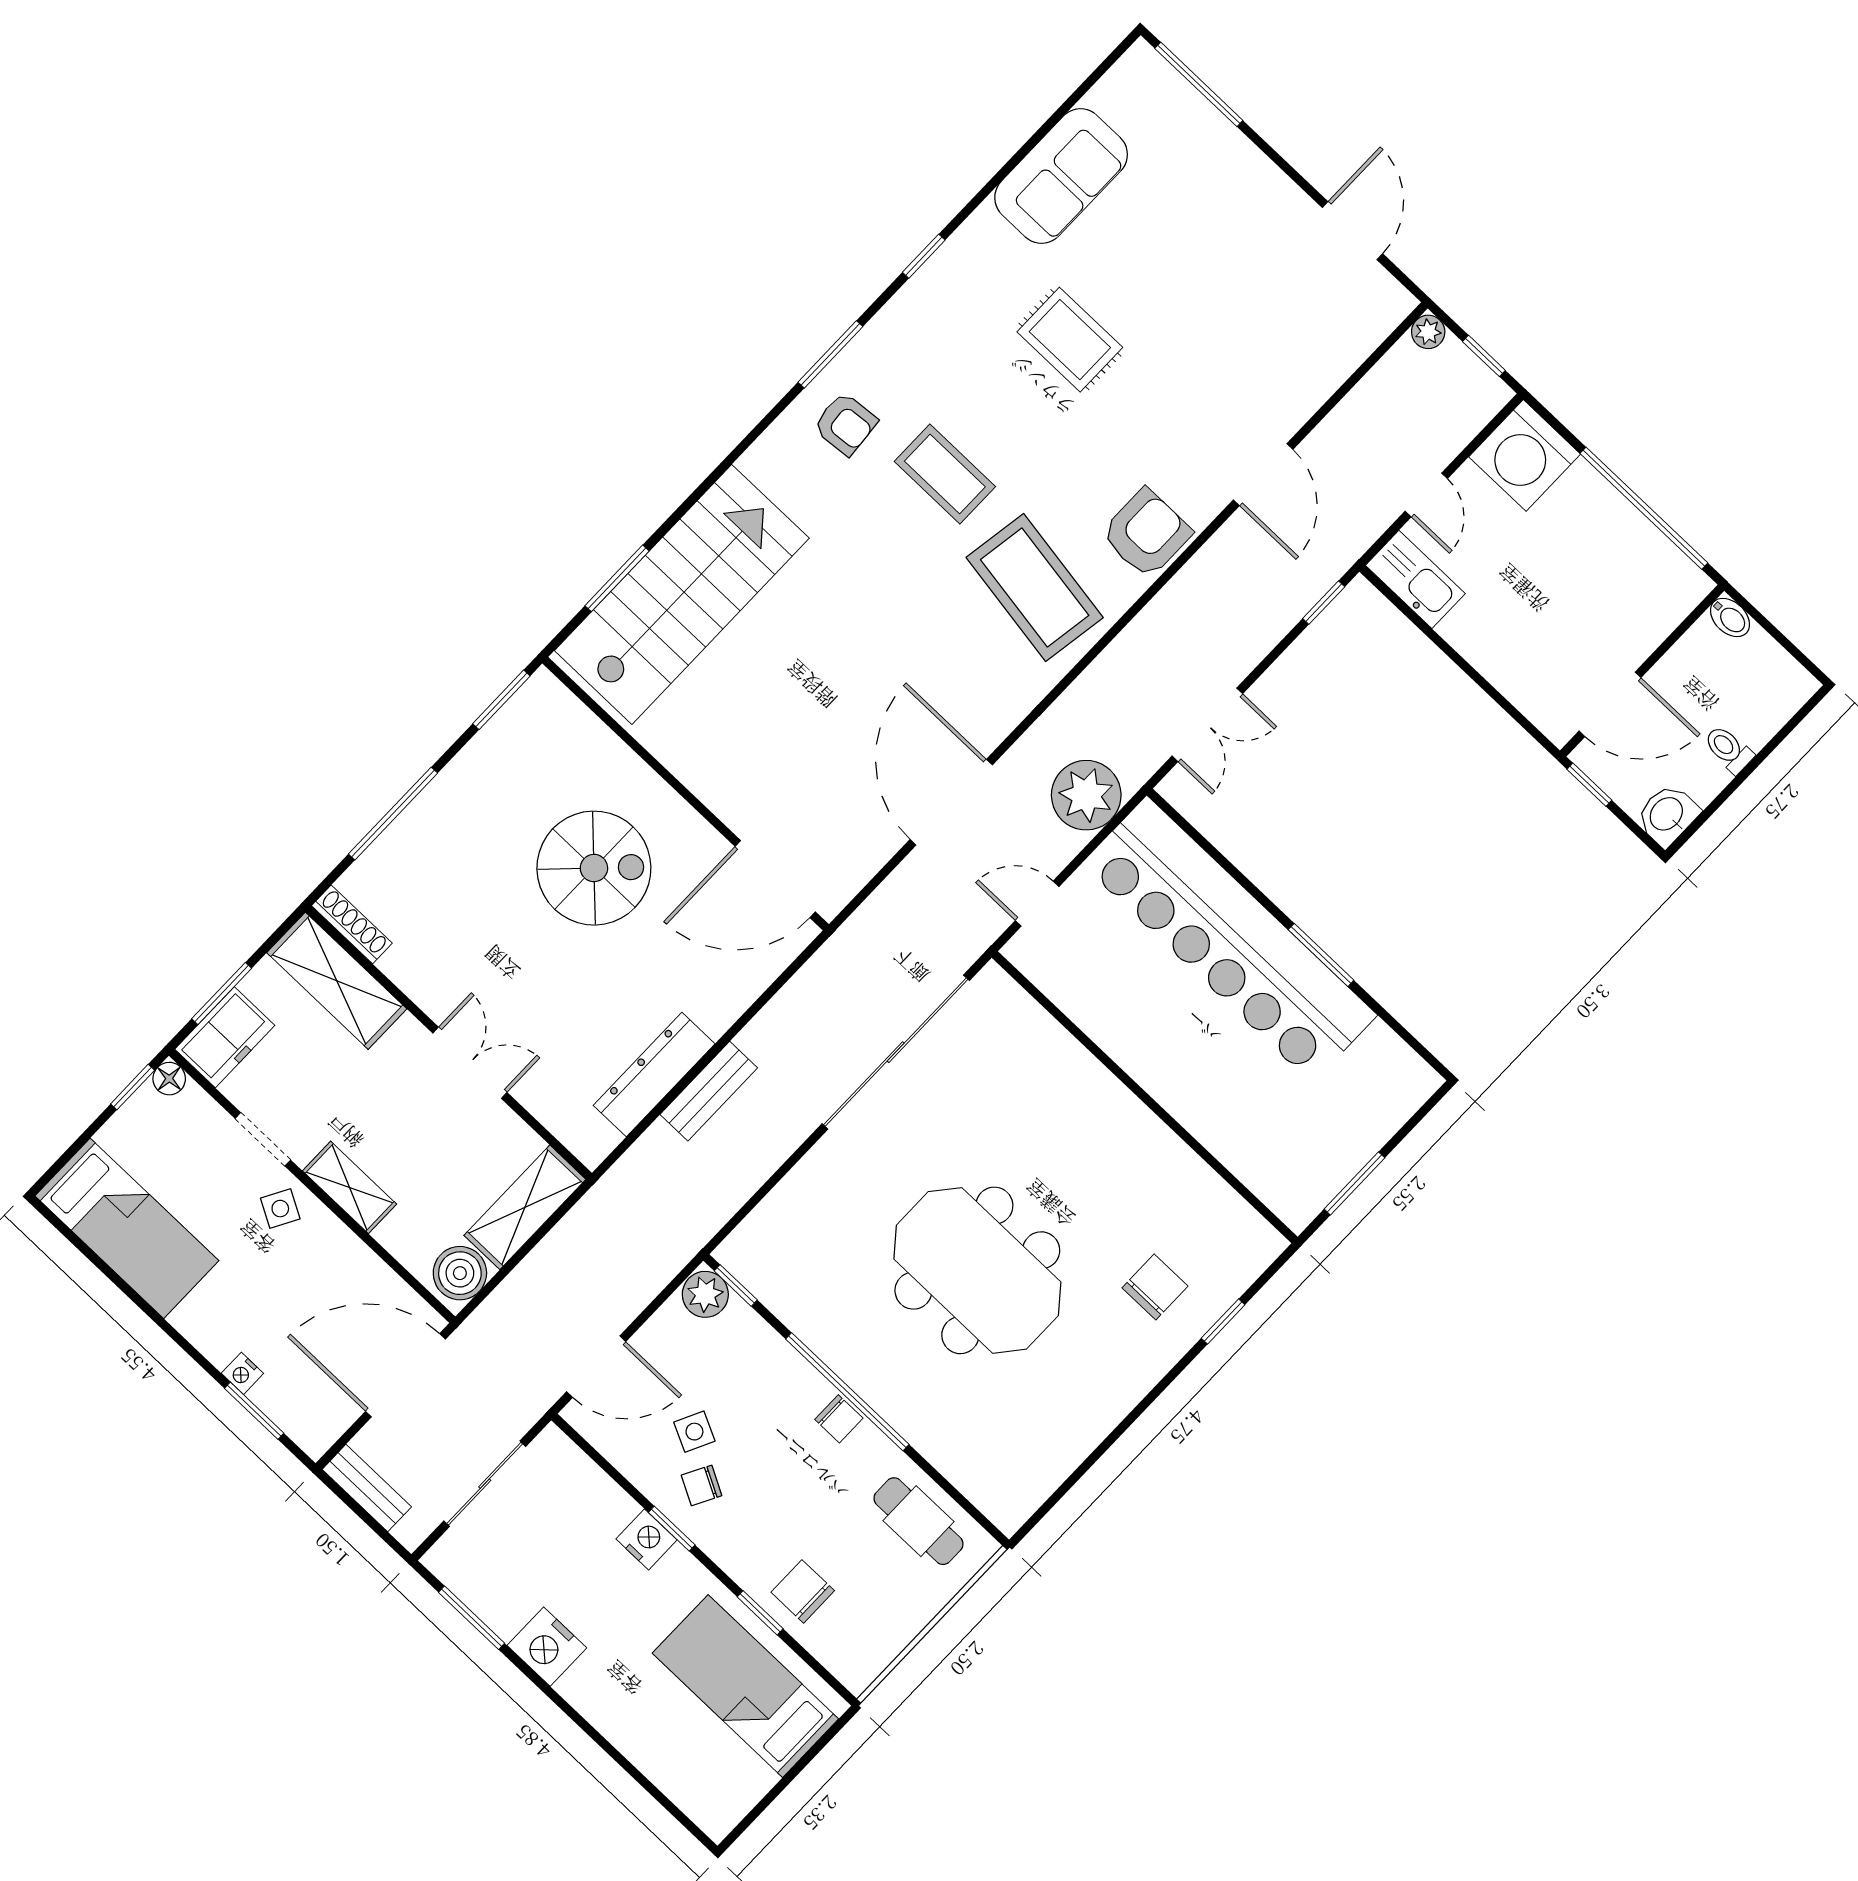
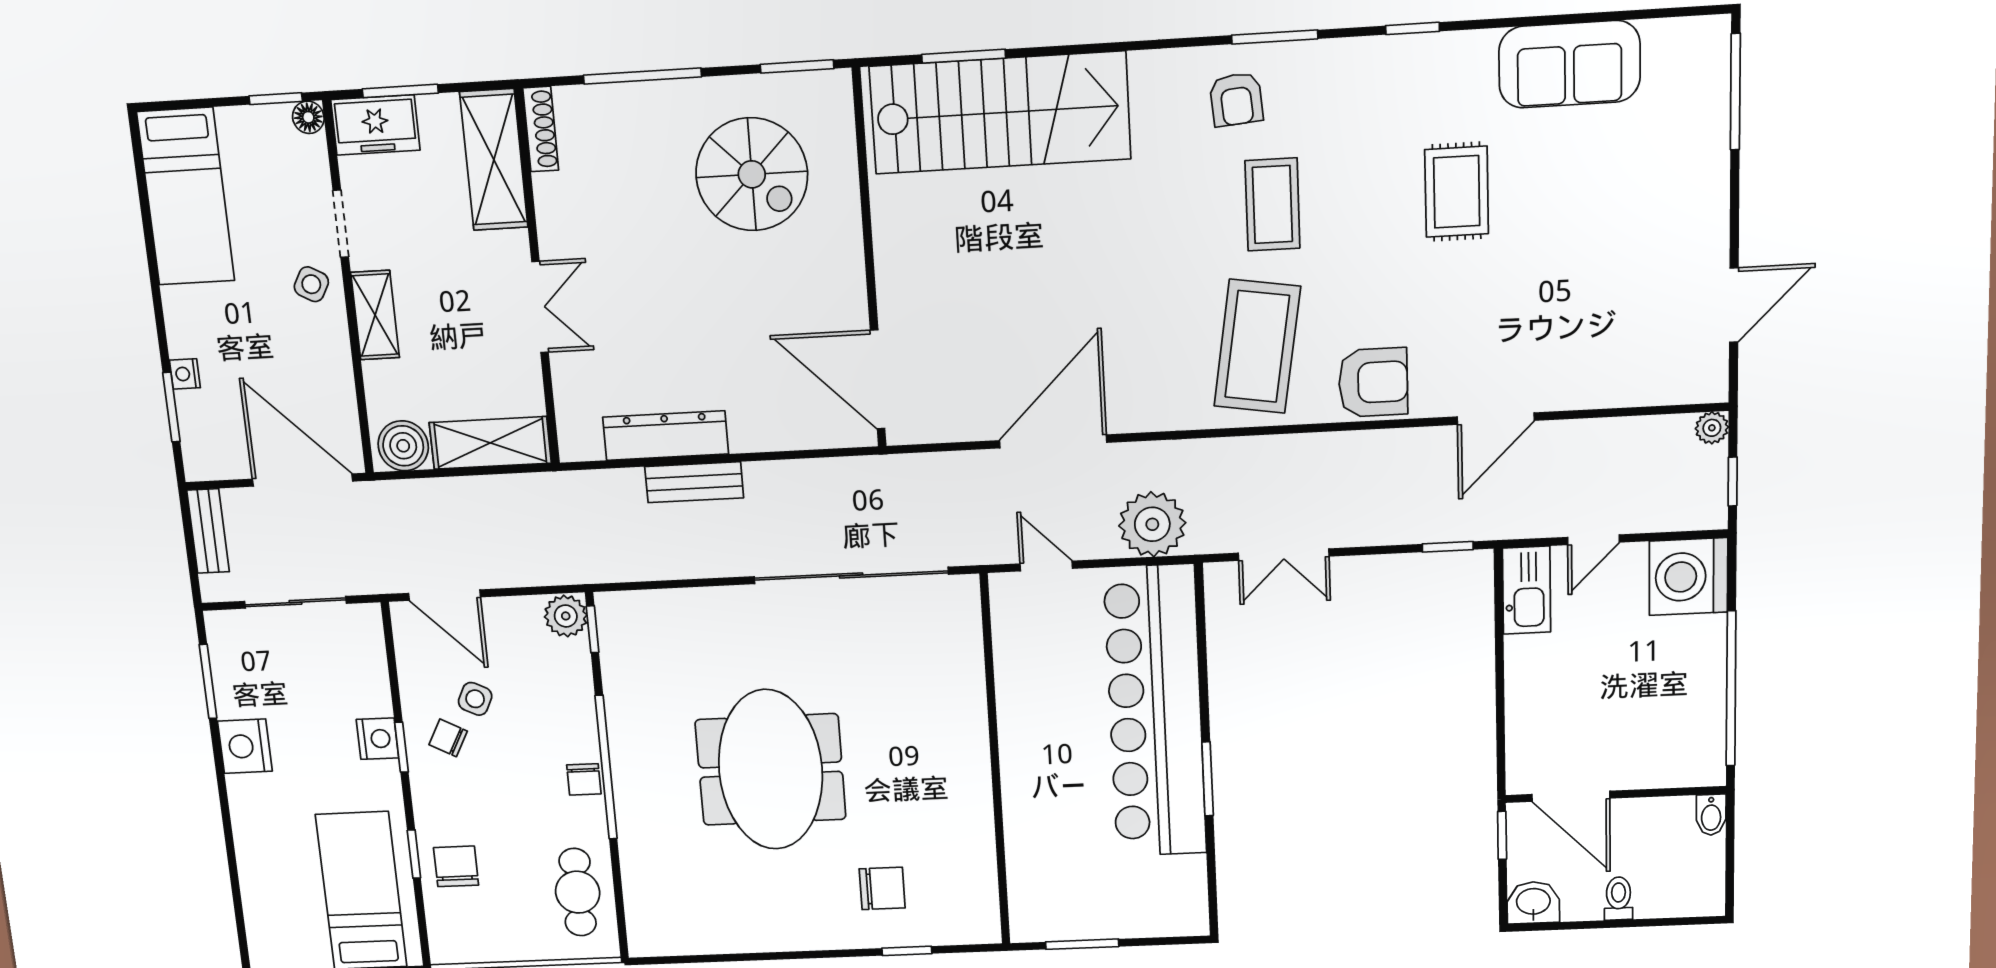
spiral stairs: (594, 868) -> (752, 174), moved

